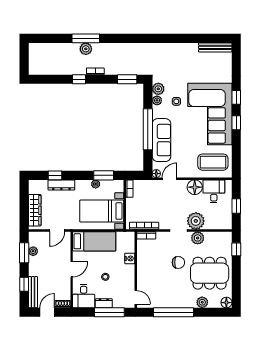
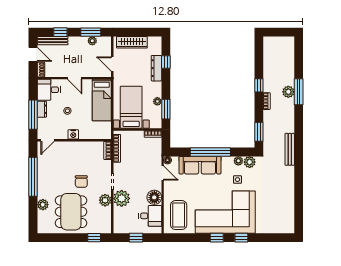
bench: (215, 47) -> (290, 149), moved
nightstand: (130, 258) -> (73, 134), moved
floor lamp: (226, 303) -> (43, 228), removed

